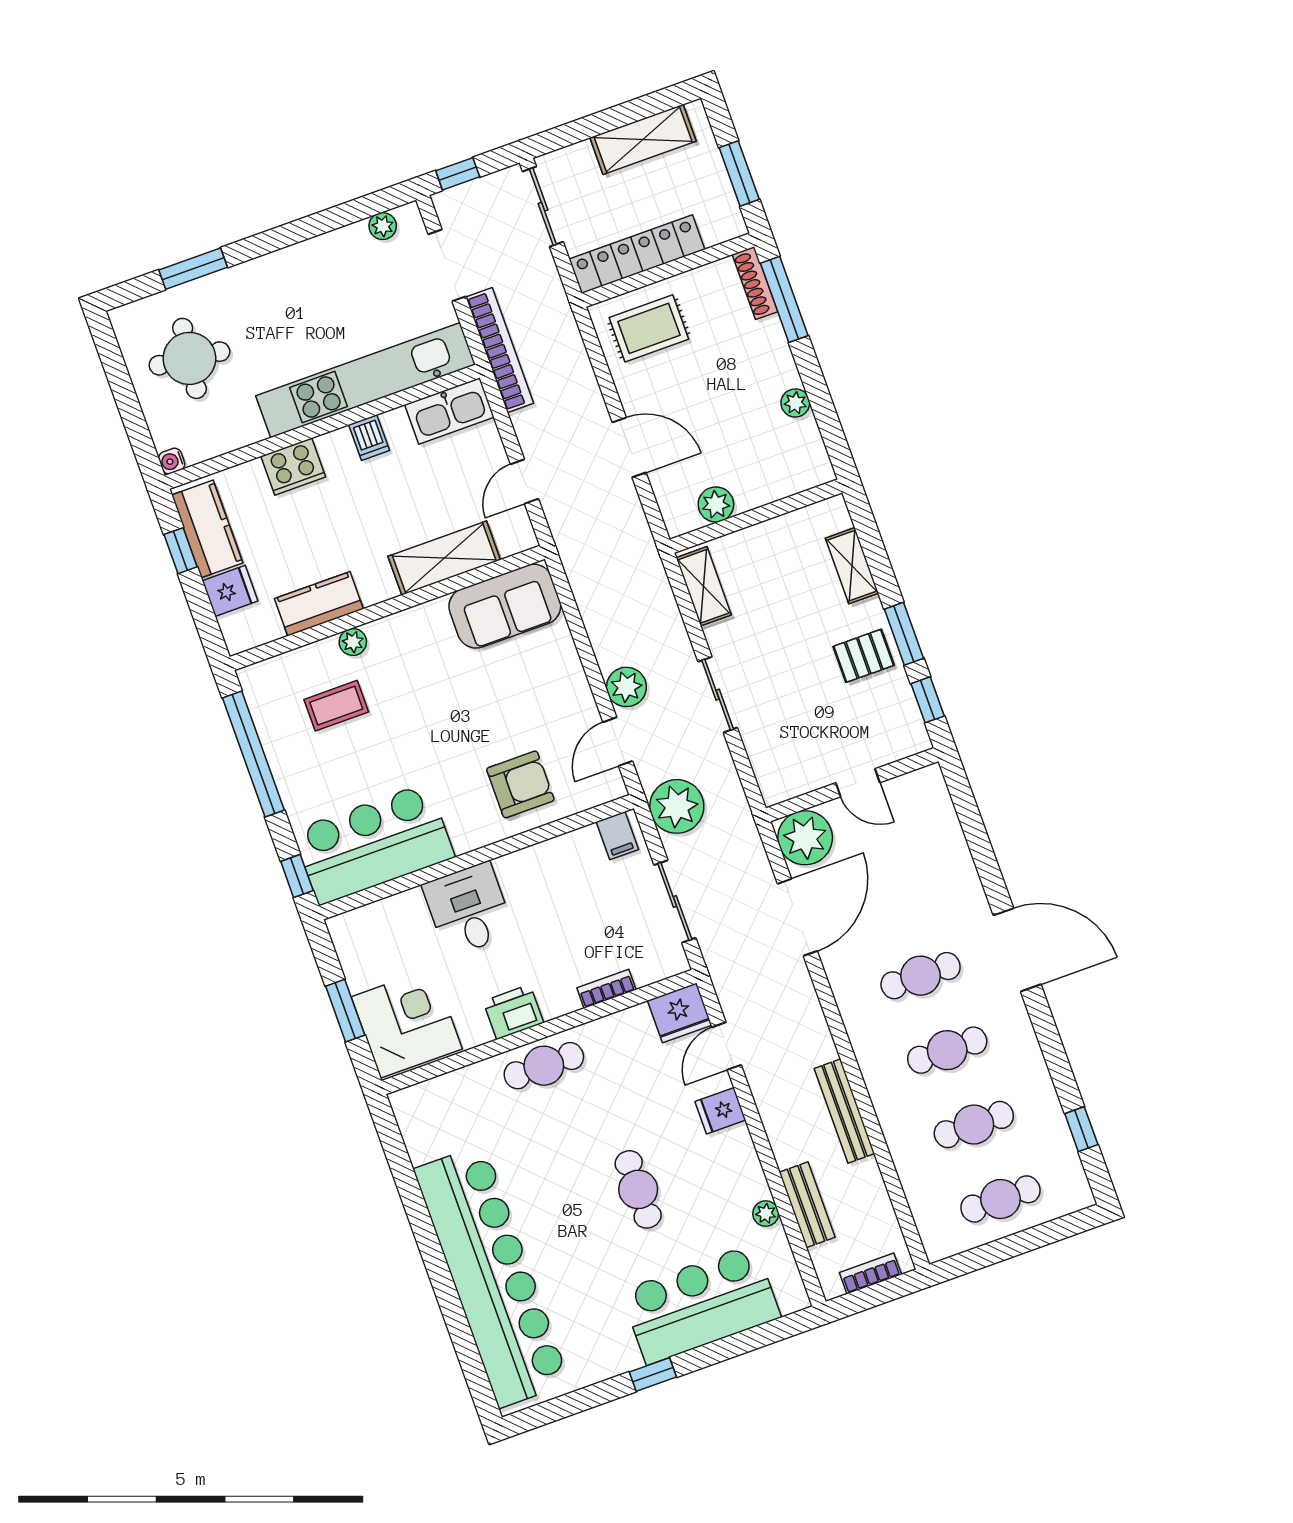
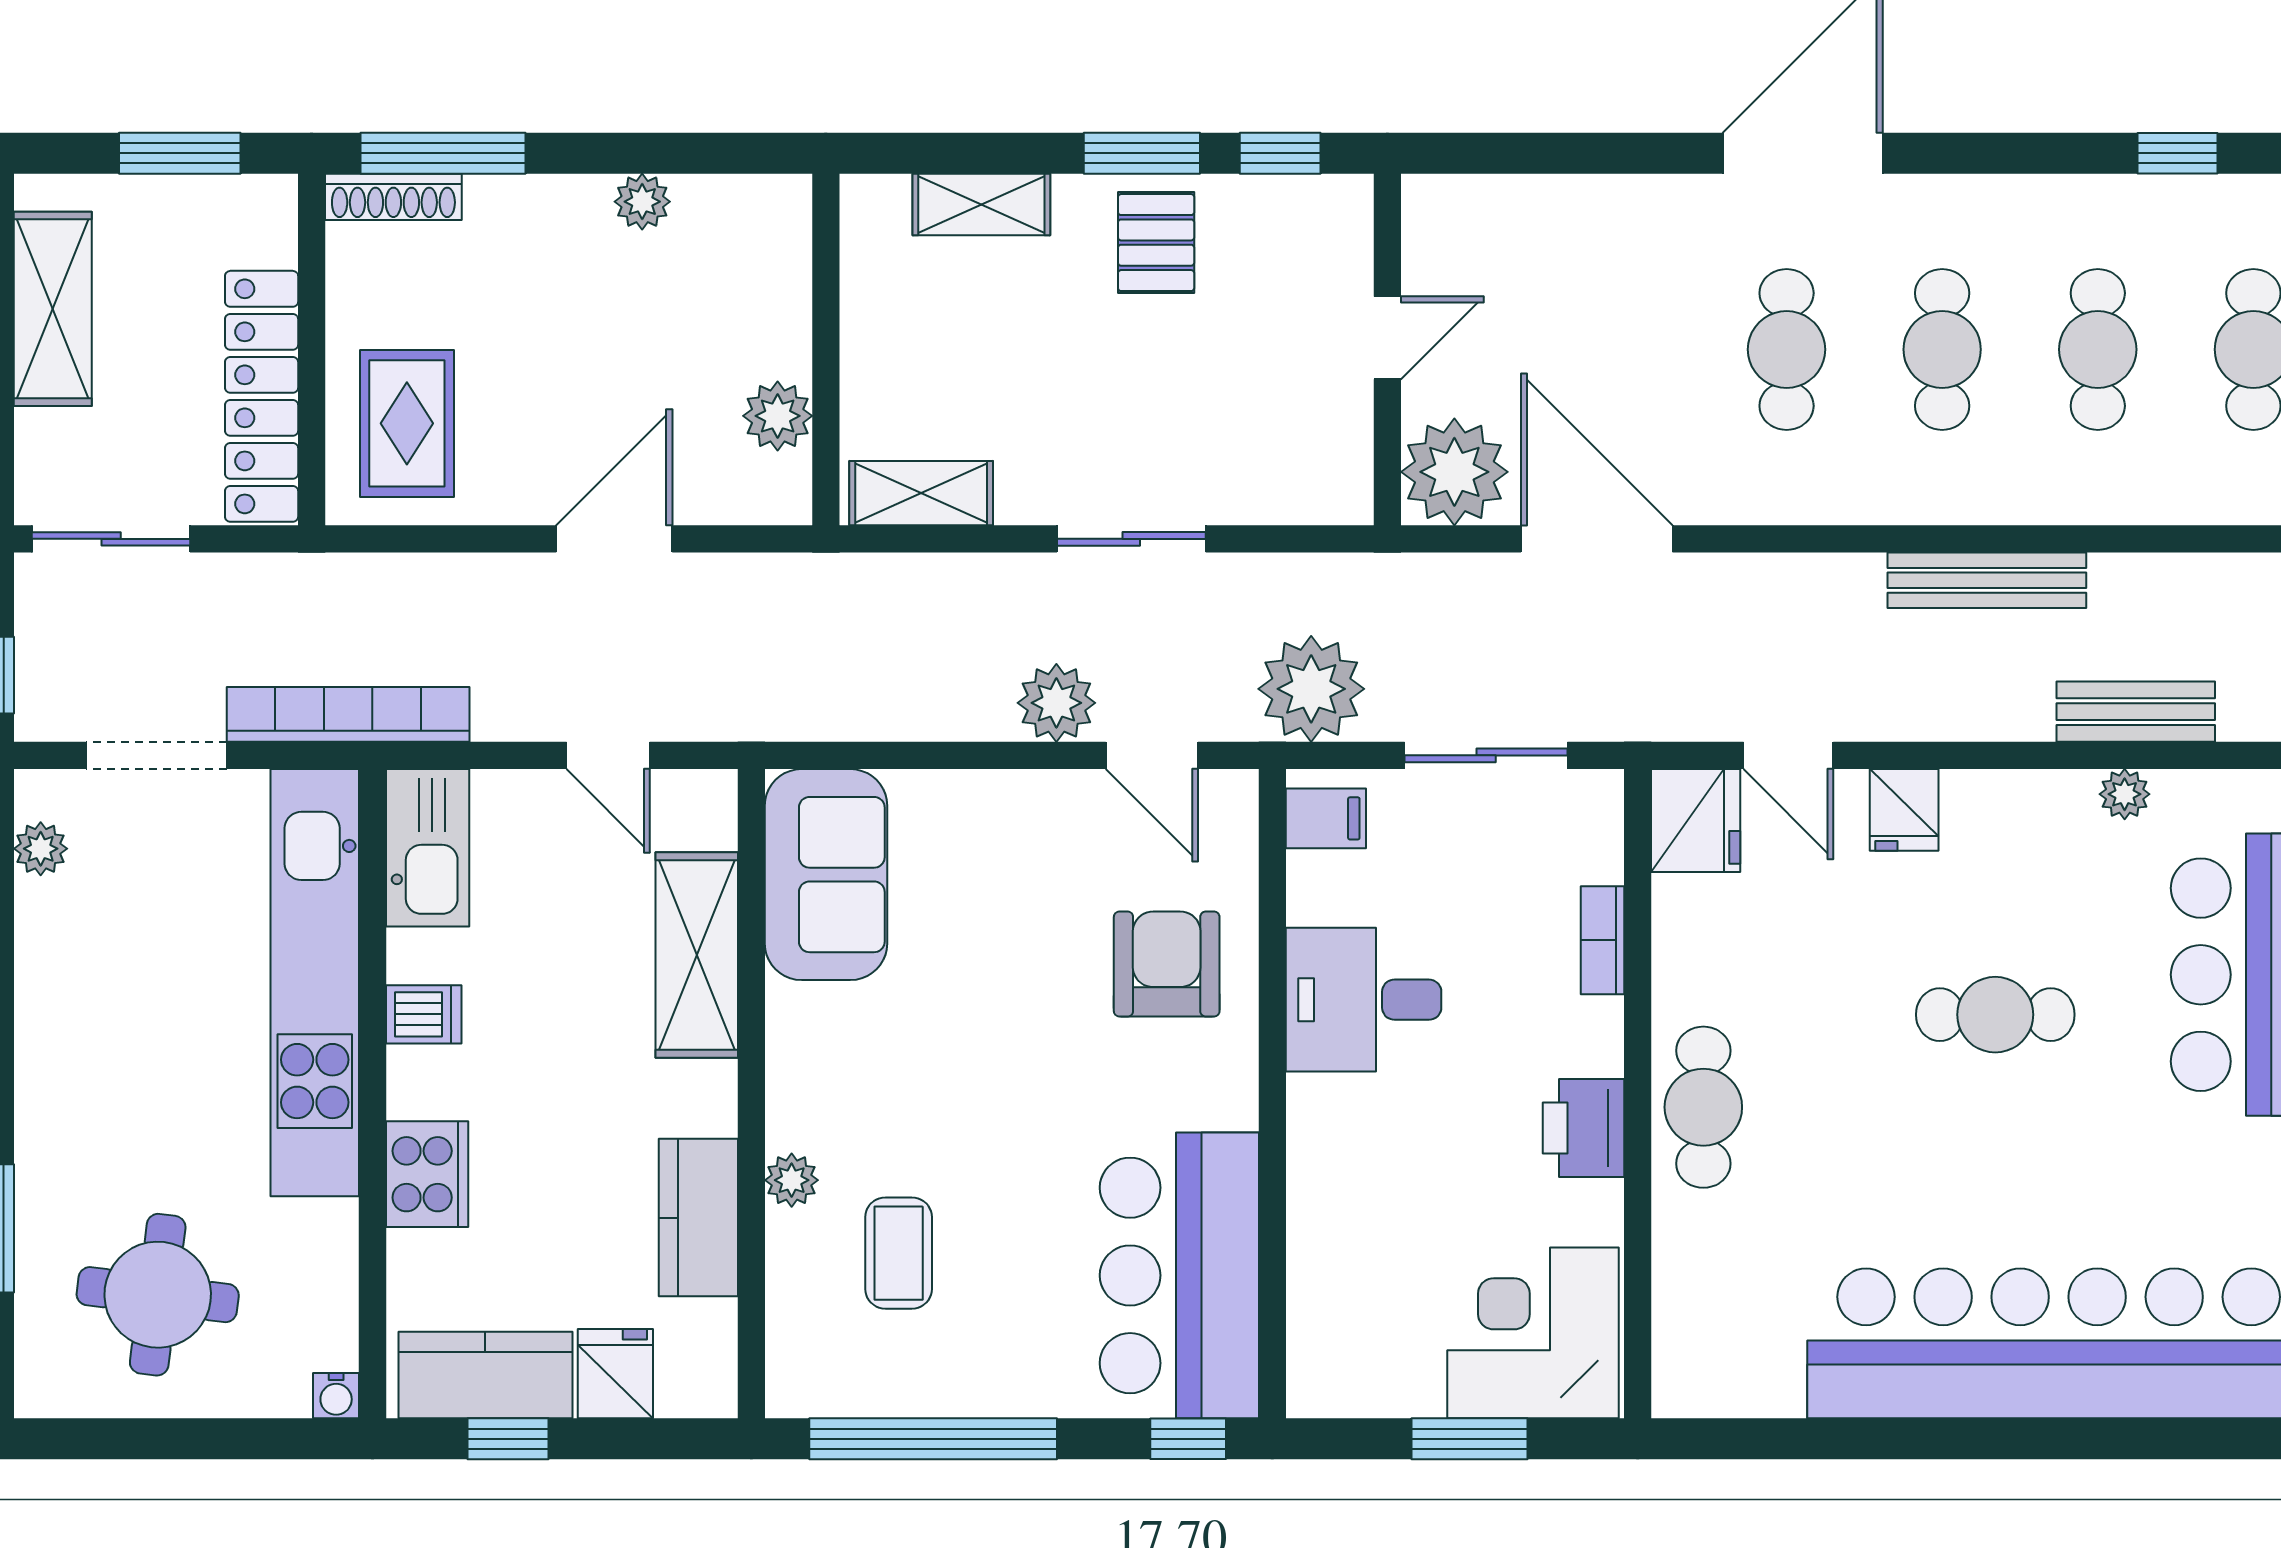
desk: (468, 909) -> (1364, 1000), moved

